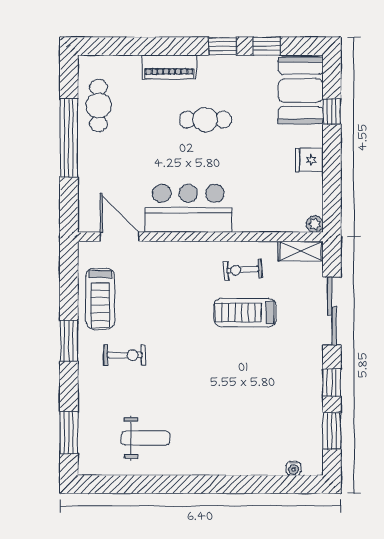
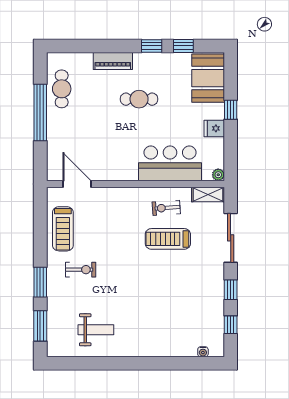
window: (332, 111) -> (231, 110), moved
bar counter: (188, 208) -> (170, 163), moved
window: (69, 341) -> (40, 282), moved
window: (332, 431) -> (231, 325), width x0.67

